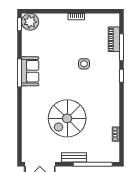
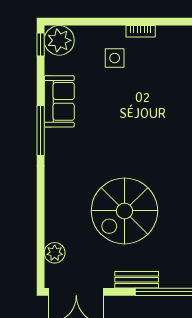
side table: (84, 64) -> (115, 58), moved
sofa: (30, 71) -> (59, 101), moved
plant: (28, 142) -> (55, 253), added

